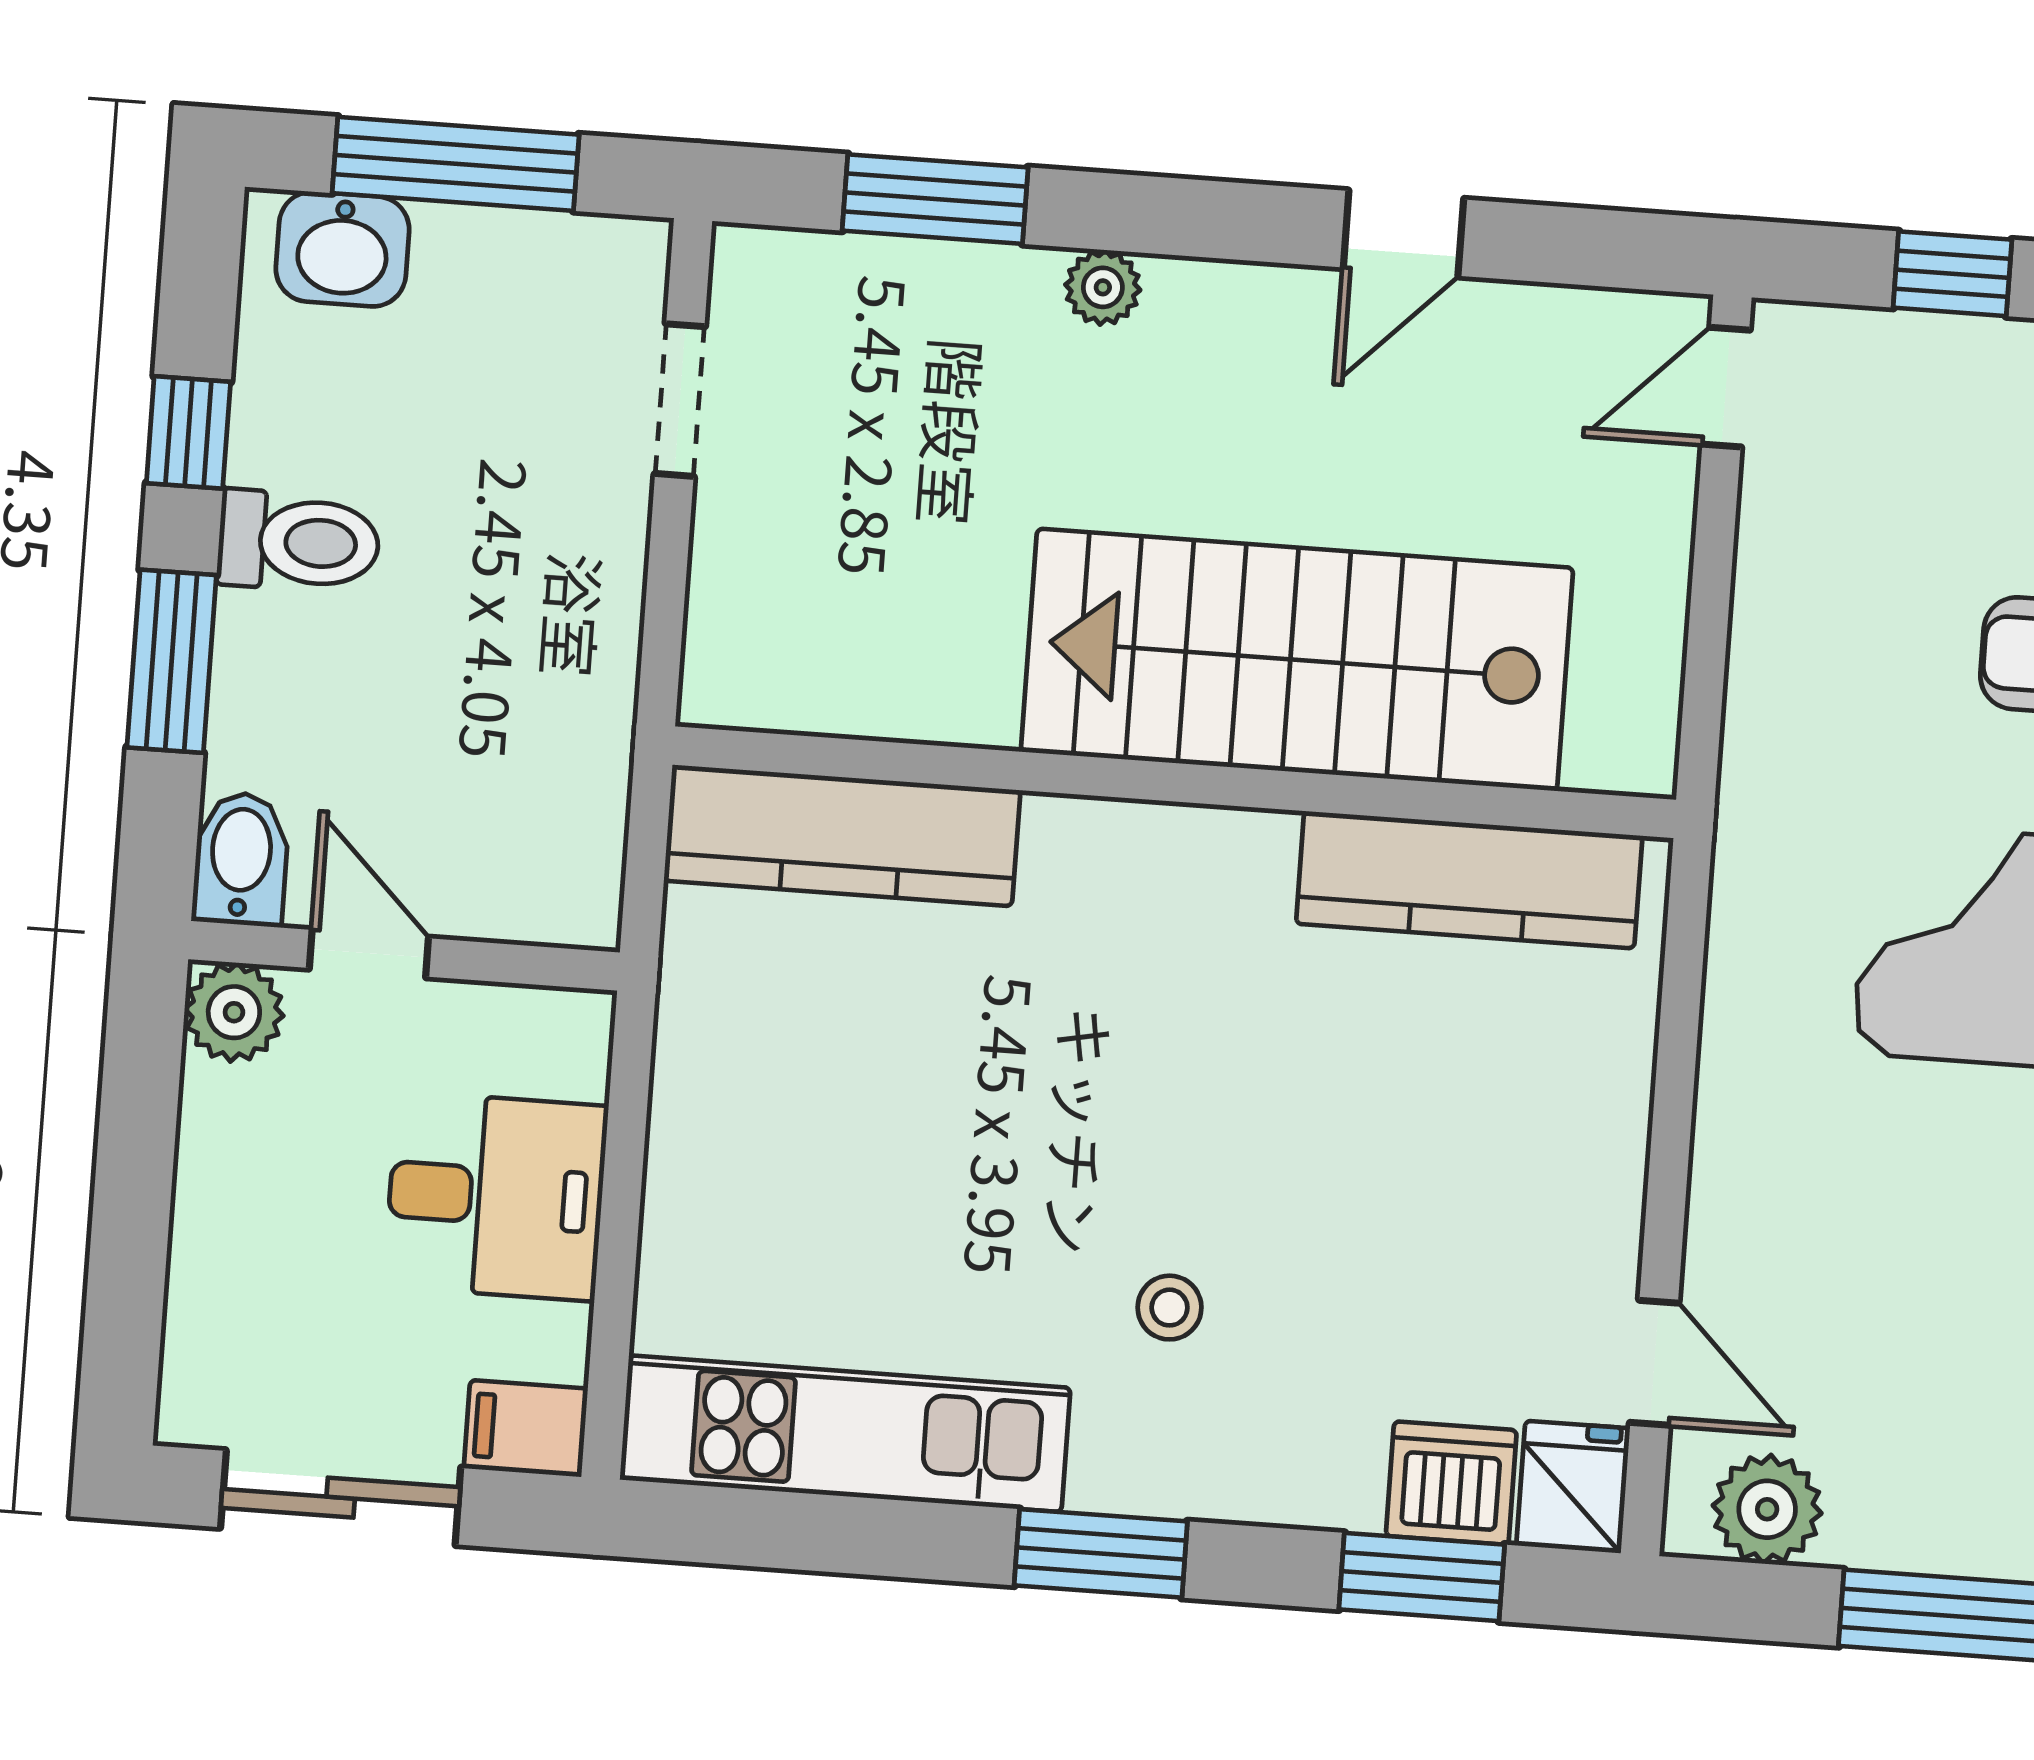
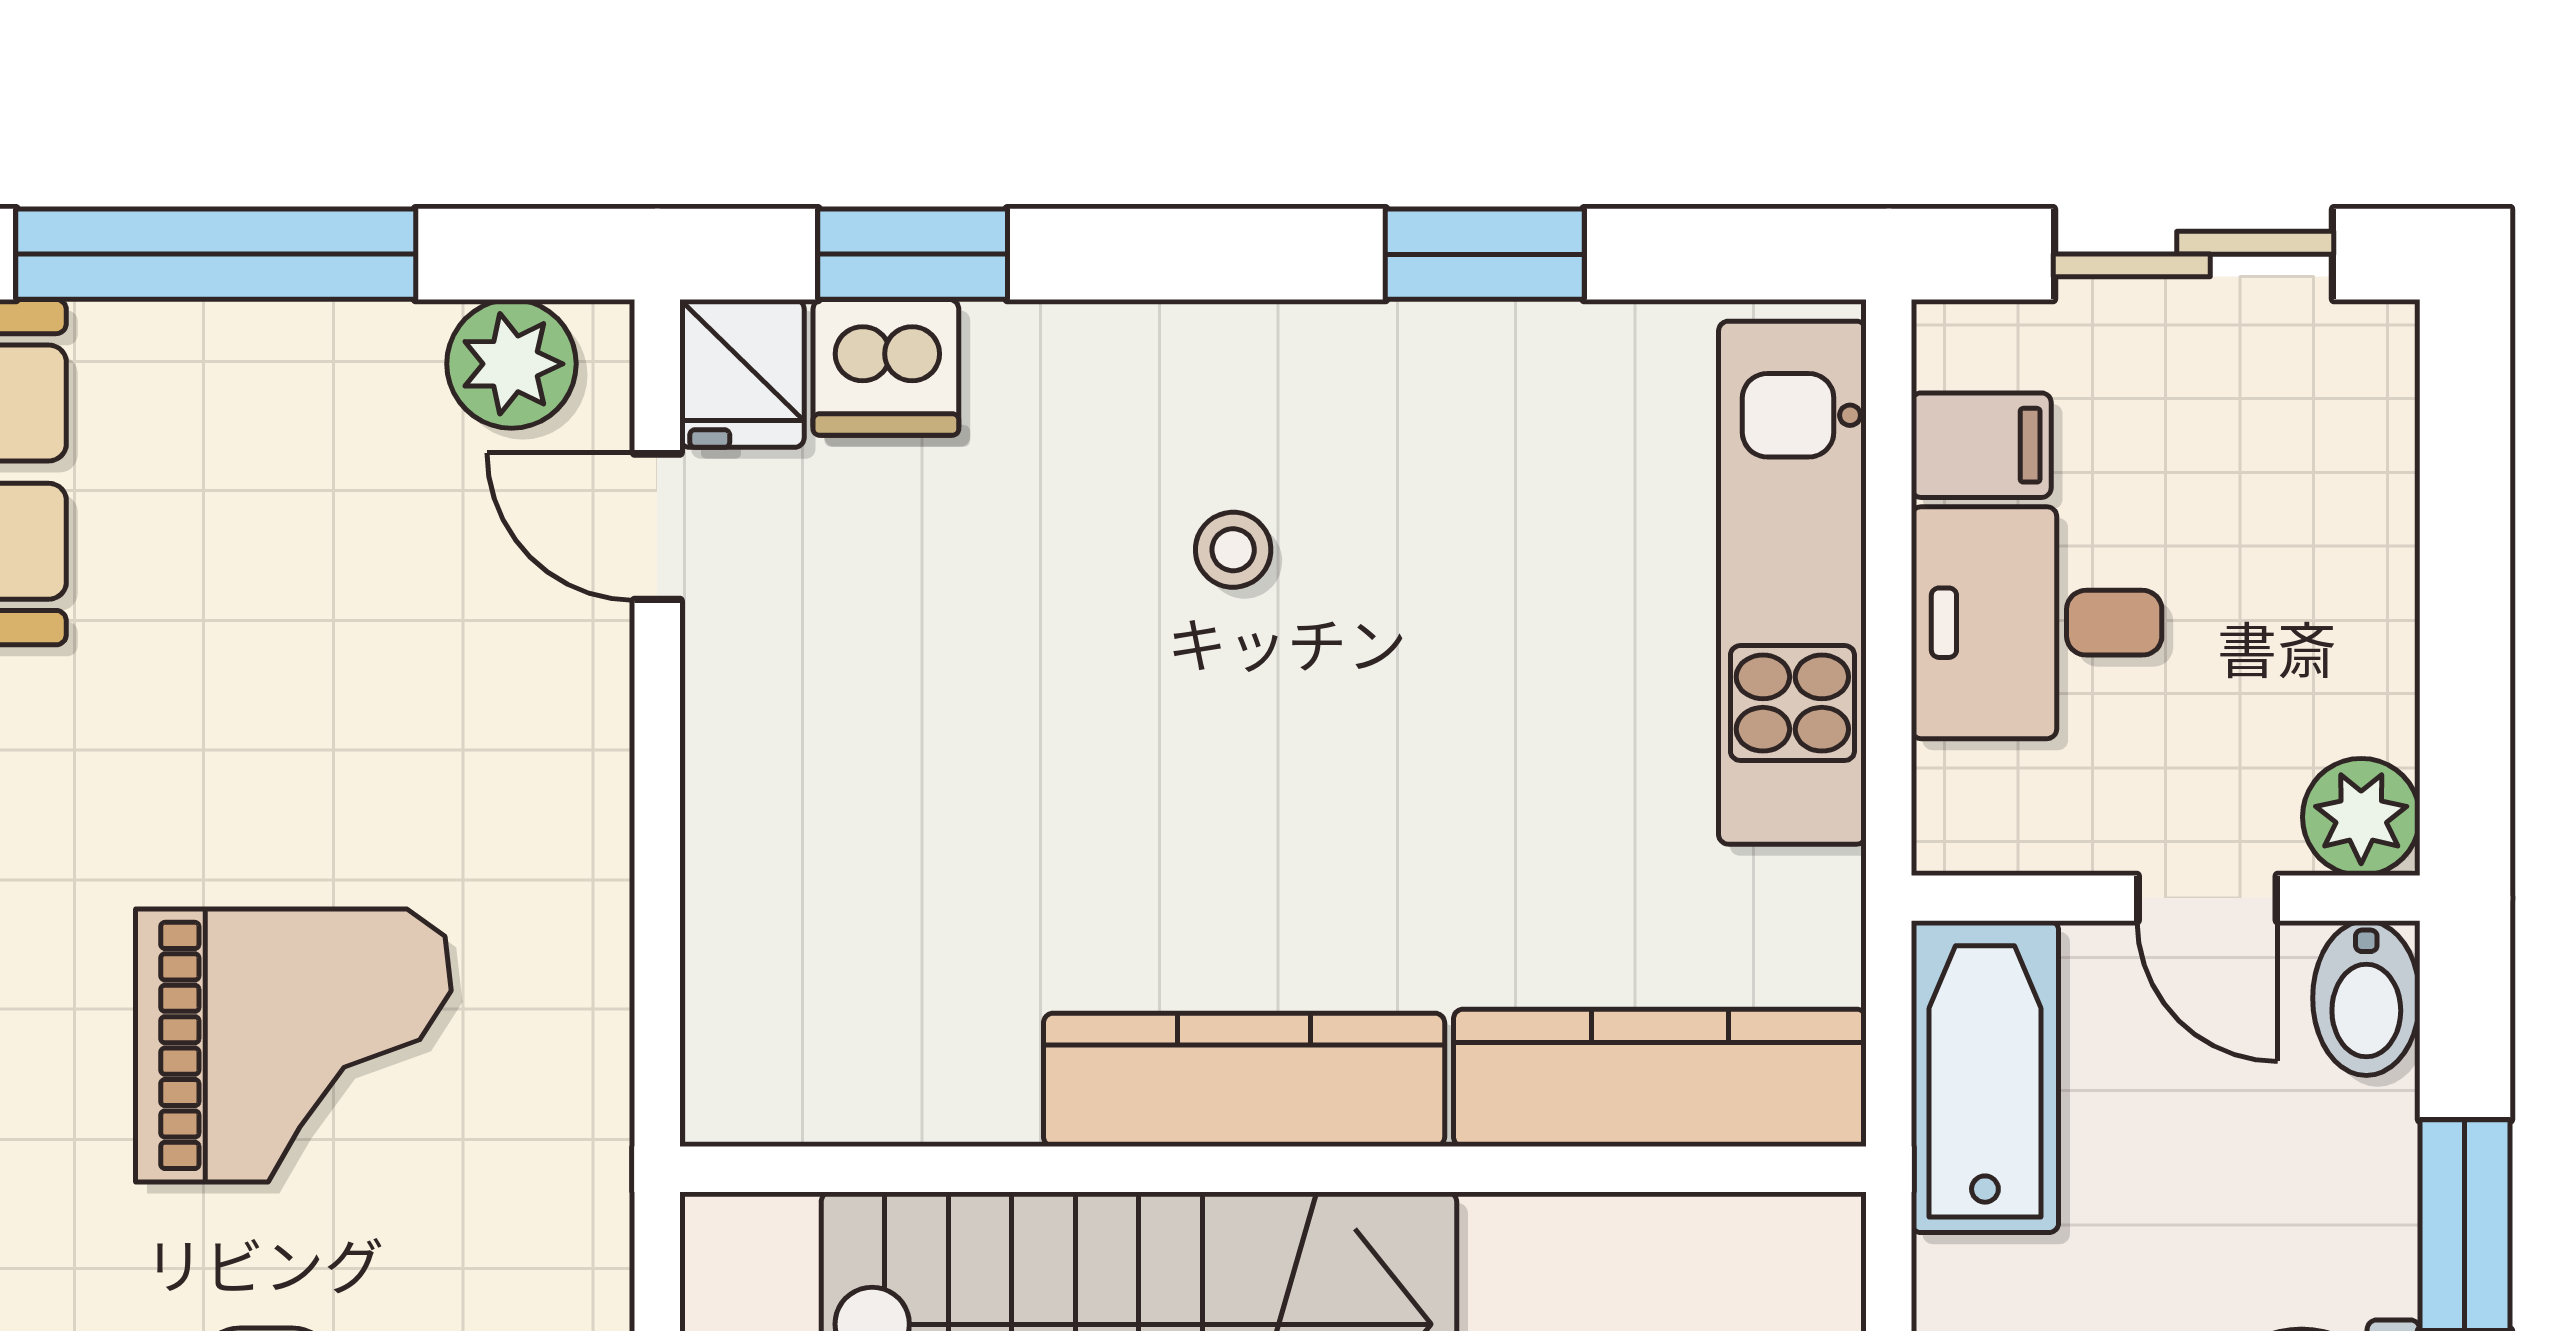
bathtub: (568, 816) -> (1985, 1077), added
kitchen counter: (1469, 880) -> (1244, 1080), moved
filing cabinet: (526, 1428) -> (1981, 445), moved
kitchen unit: (845, 1434) -> (1792, 583), moved, turned 90
window: (1101, 1553) -> (1485, 254), moved

